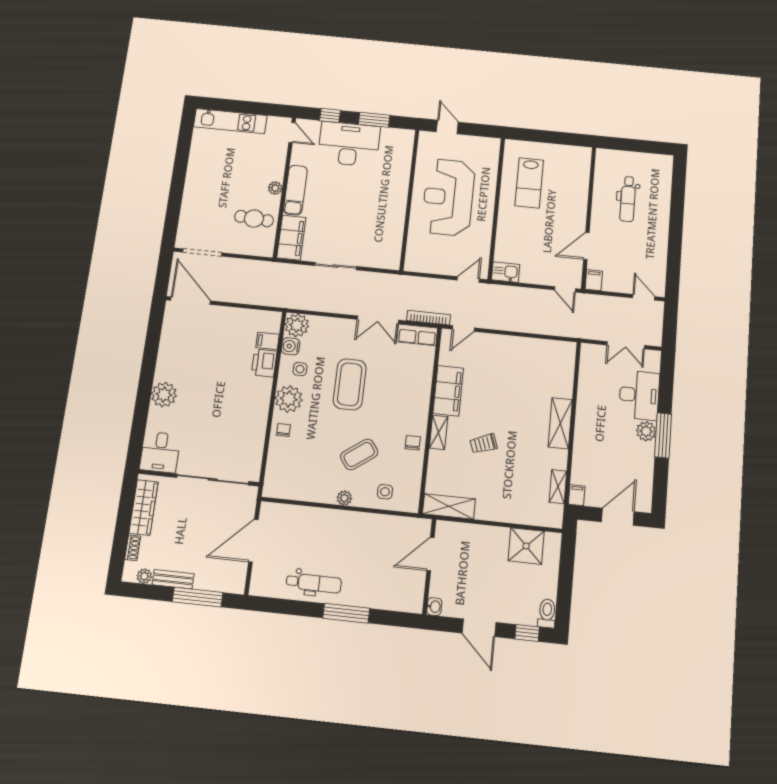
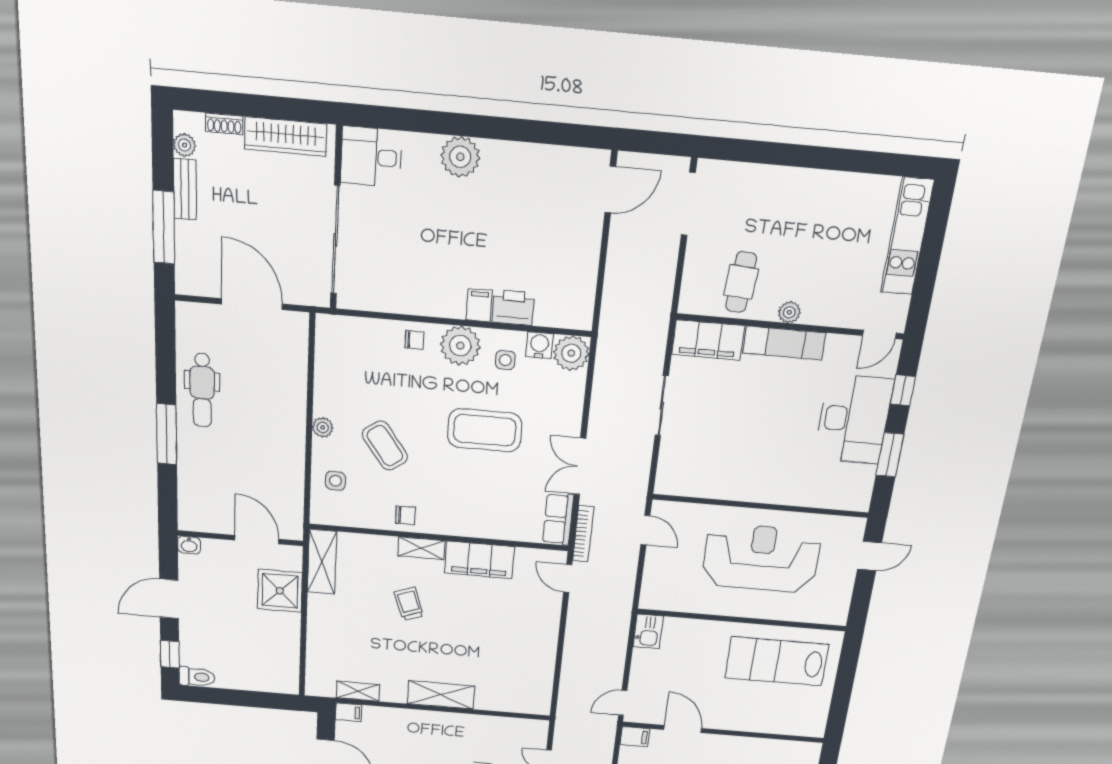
lab bench: (529, 183) -> (777, 661), width x1.36, depth x1.39
door: (468, 279) -> (645, 530), moved
door: (191, 301) -> (610, 190), width x0.73
filing cabinet: (268, 341) -> (479, 305), moved
shower: (526, 546) -> (280, 591), moved

